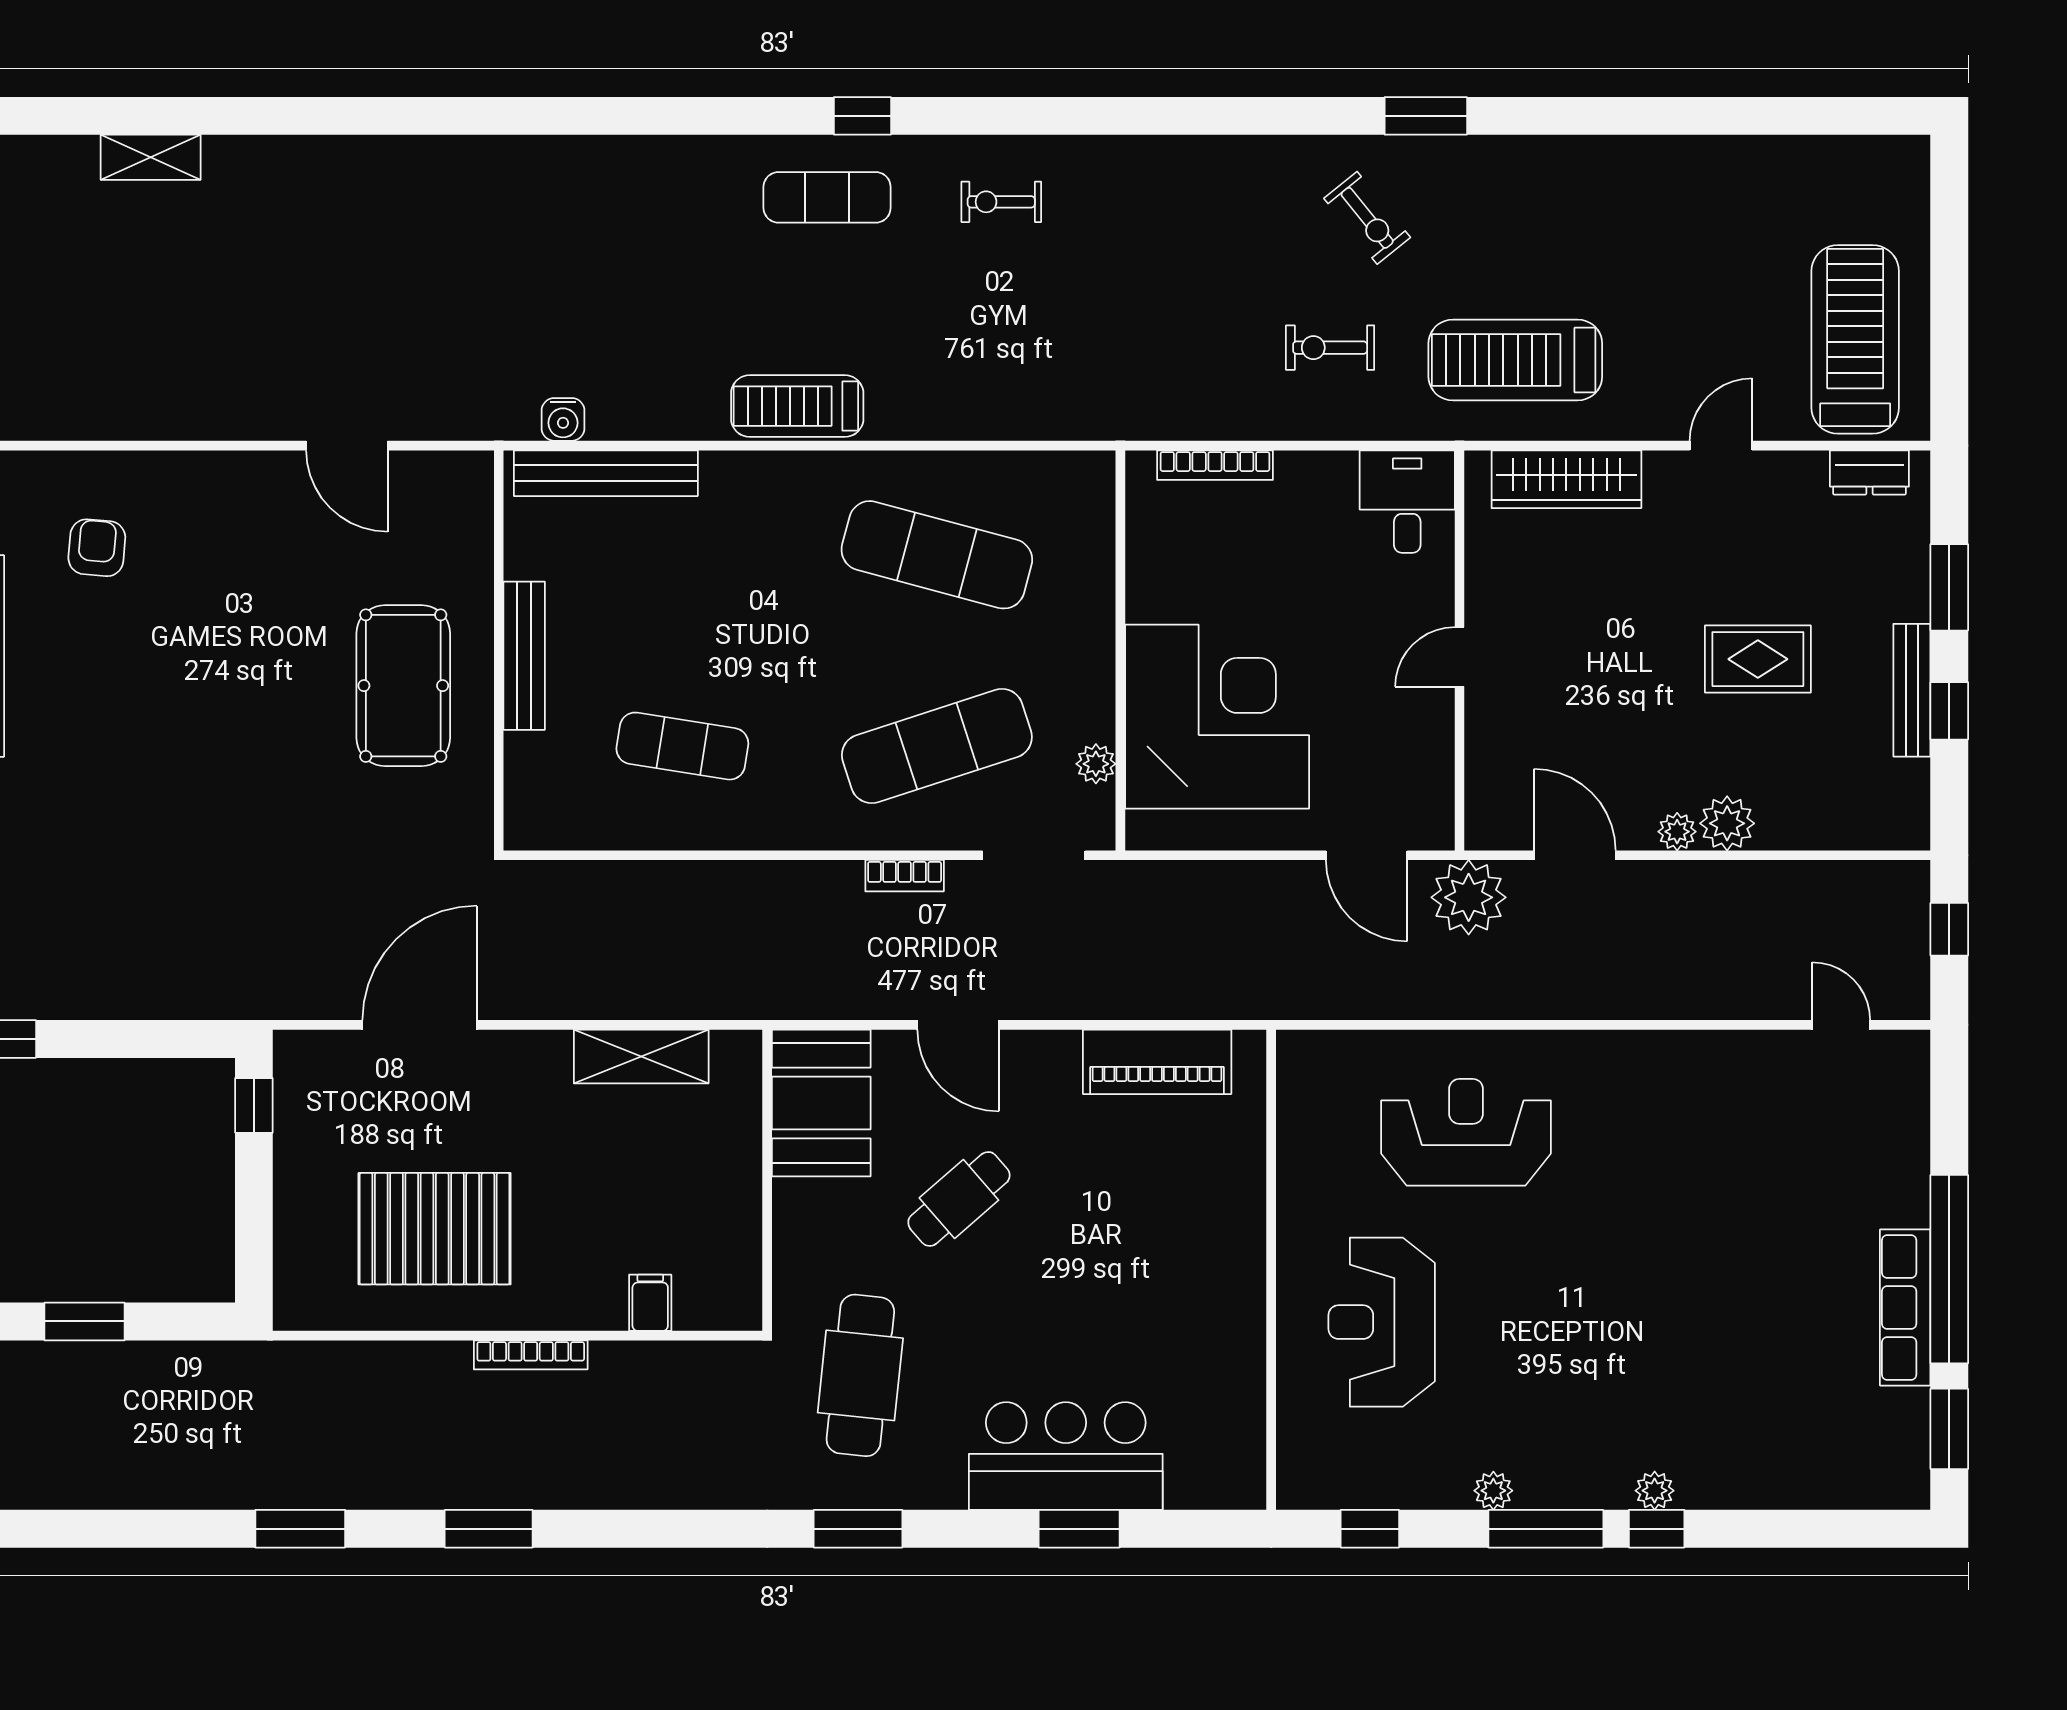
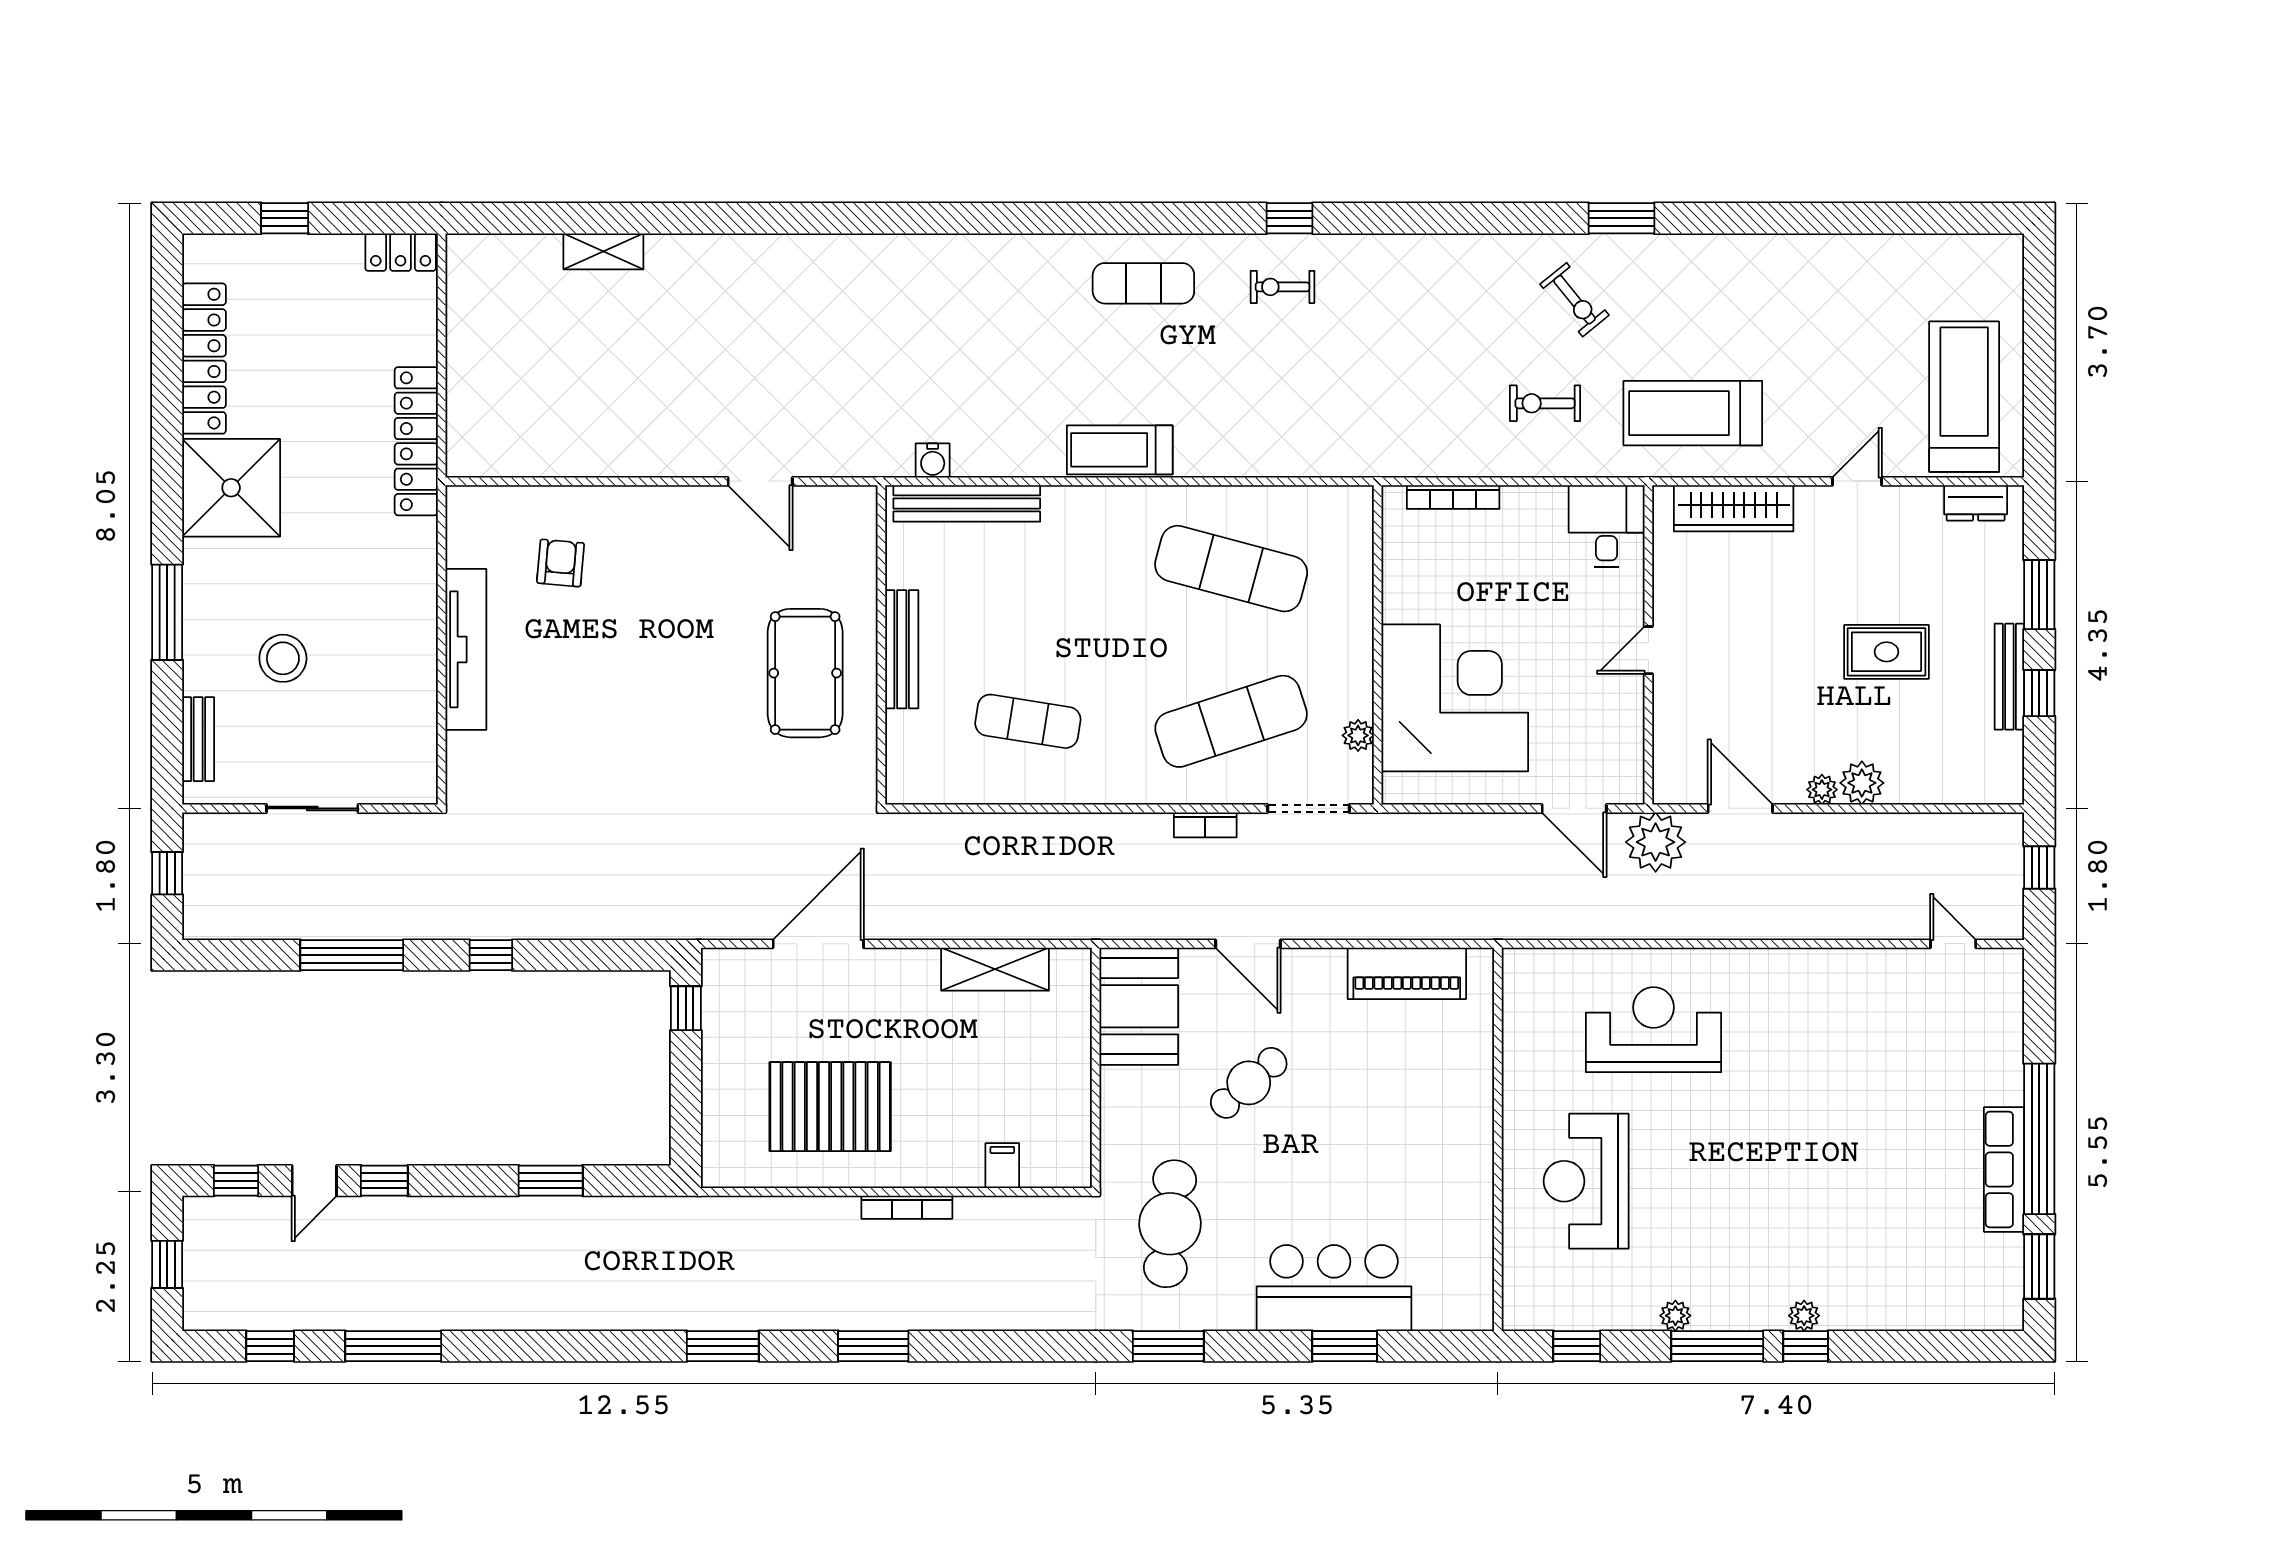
window: (862, 116) -> (1290, 218), moved

